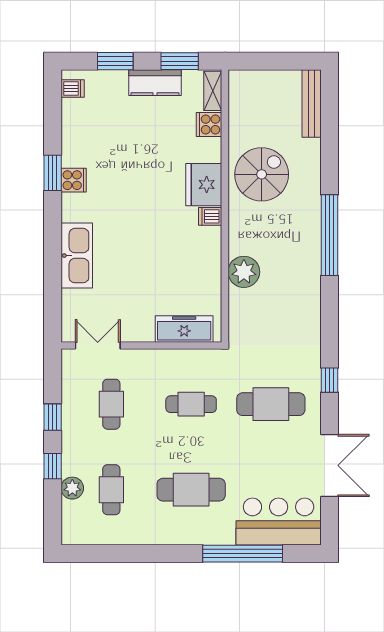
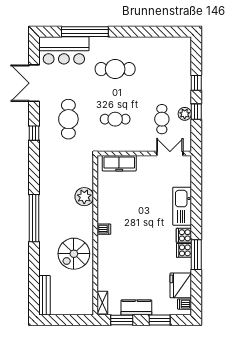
cooker: (209, 124) -> (184, 235), moved, turned 180
window: (53, 173) -> (196, 255), width x1.44
fridge: (204, 185) -> (181, 285), moved, turned 180
double door: (98, 345) -> (170, 154), swing flipped
cafe table: (271, 404) -> (68, 119), turned 90
plant: (72, 488) -> (185, 114), moved
cafe table: (111, 490) -> (162, 69), removed

